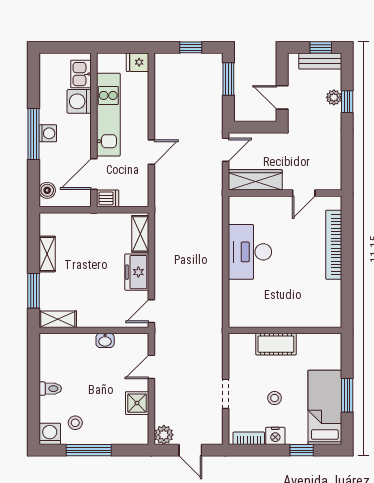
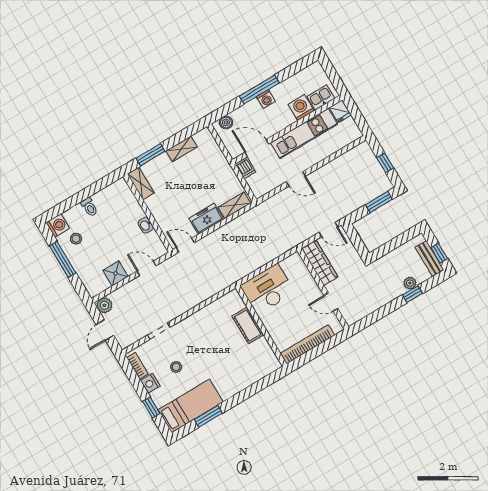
fridge: (137, 62) -> (340, 111), moved, turned 180
door: (282, 97) -> (388, 247), removed
wall: (285, 330) -> (261, 326), moved
cot: (276, 344) -> (248, 325), moved

